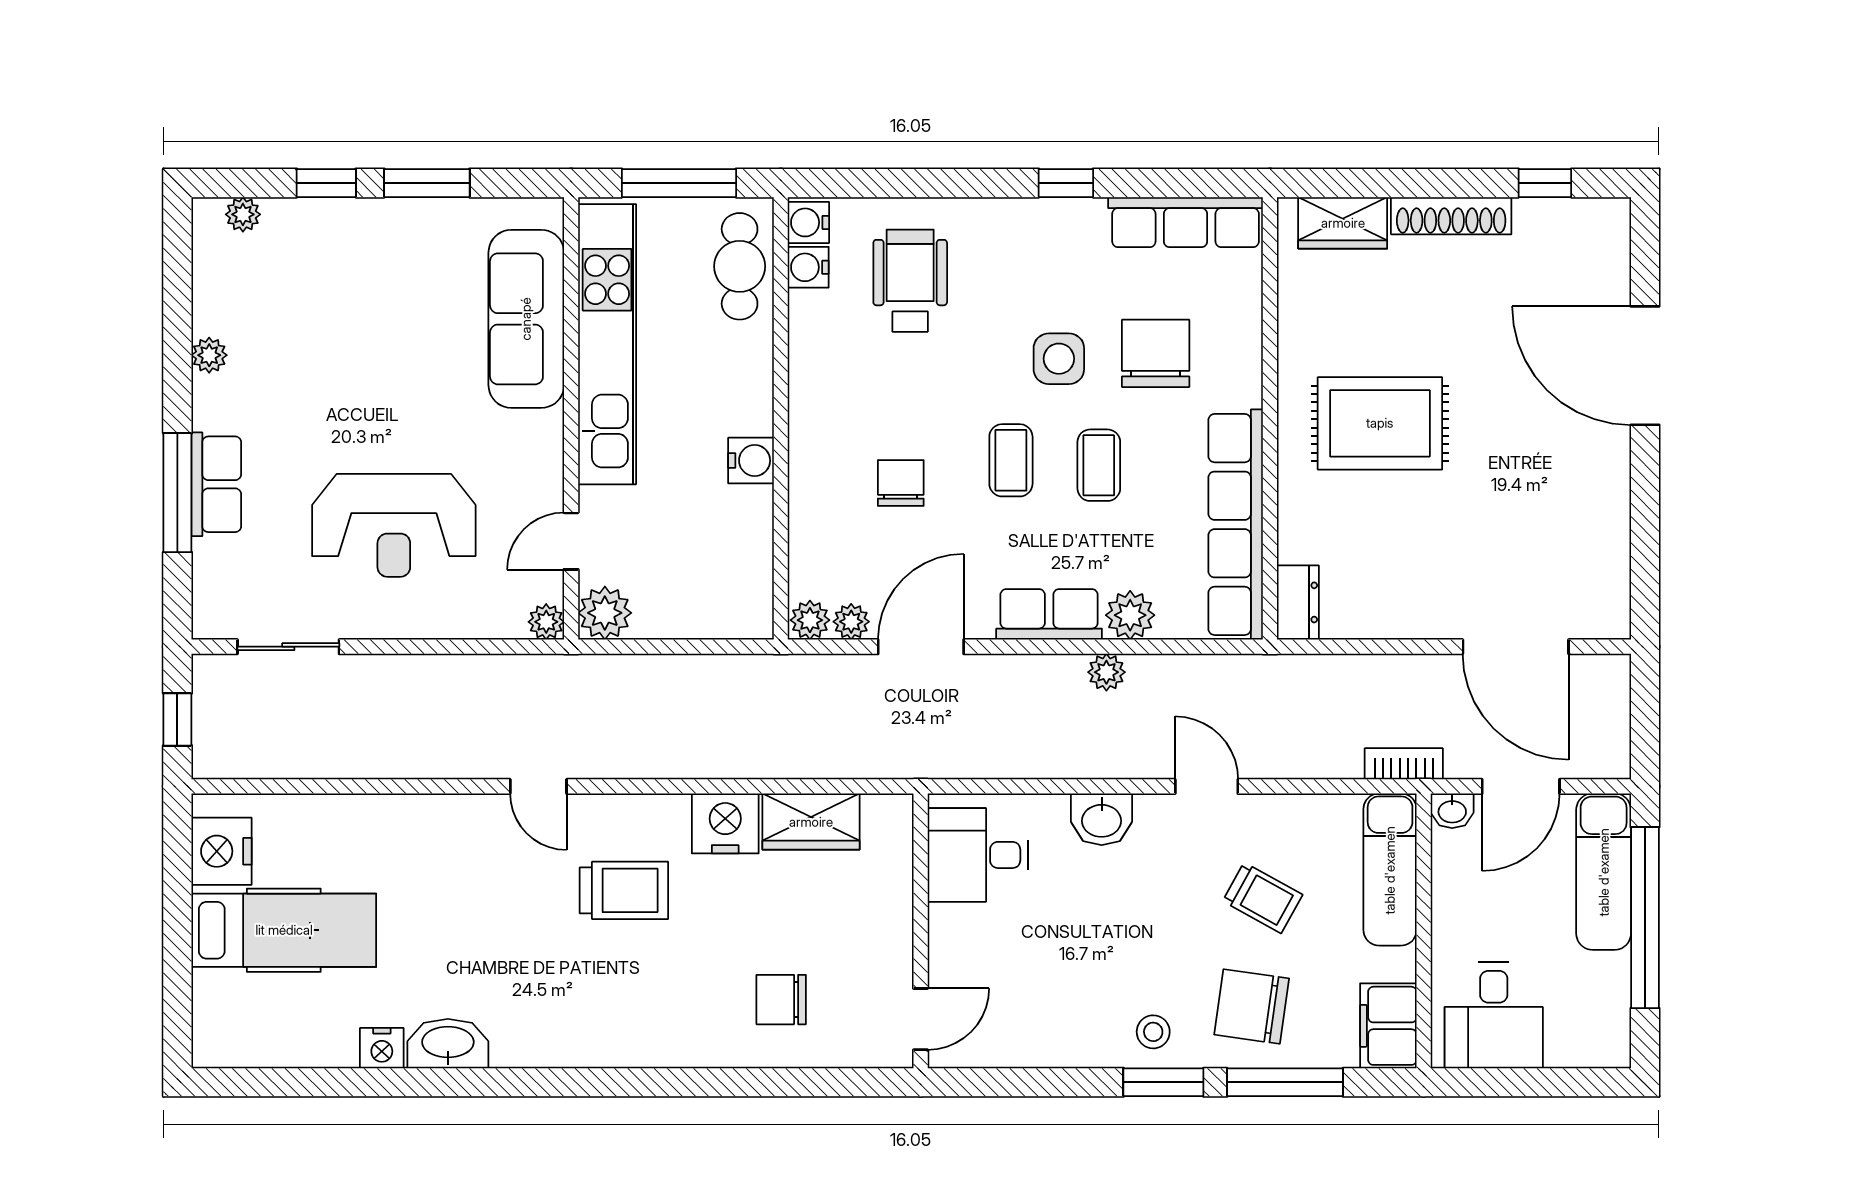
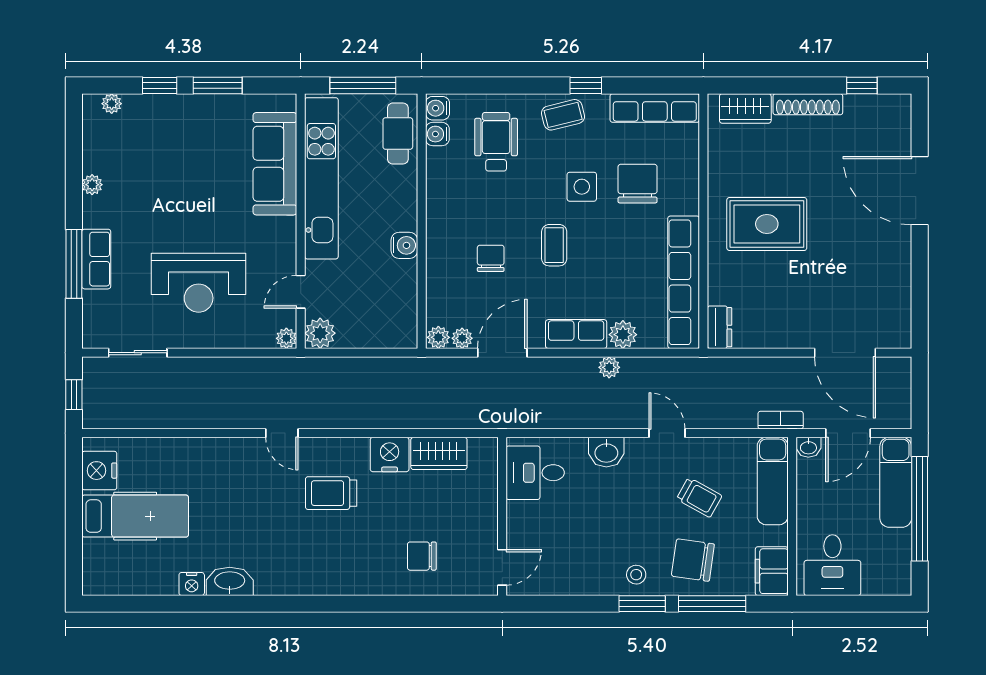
coffee table: (1099, 465) -> (563, 115), moved, turned 76
trolley: (624, 890) -> (331, 493), turned 180

